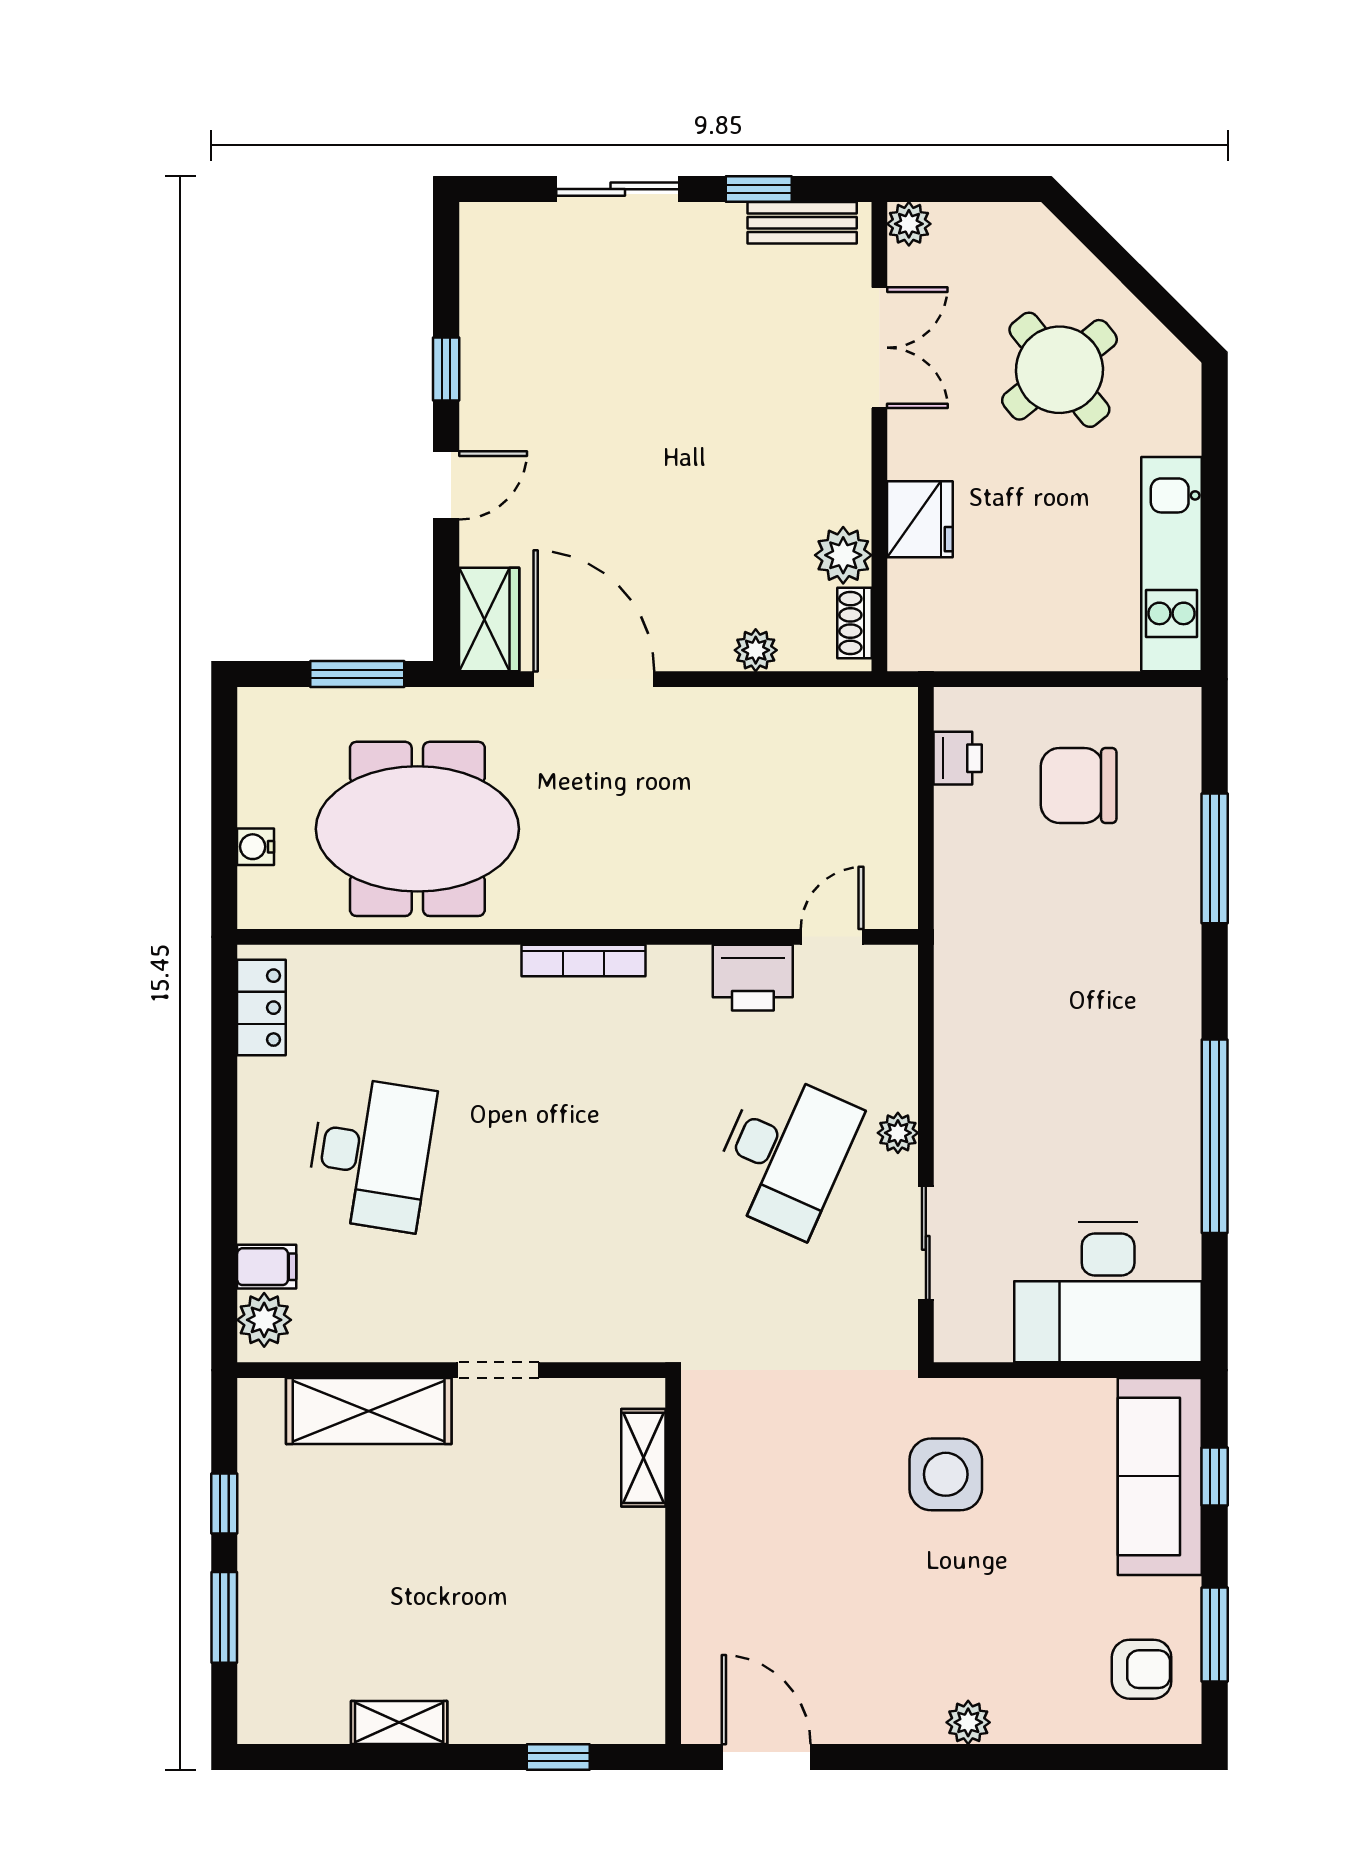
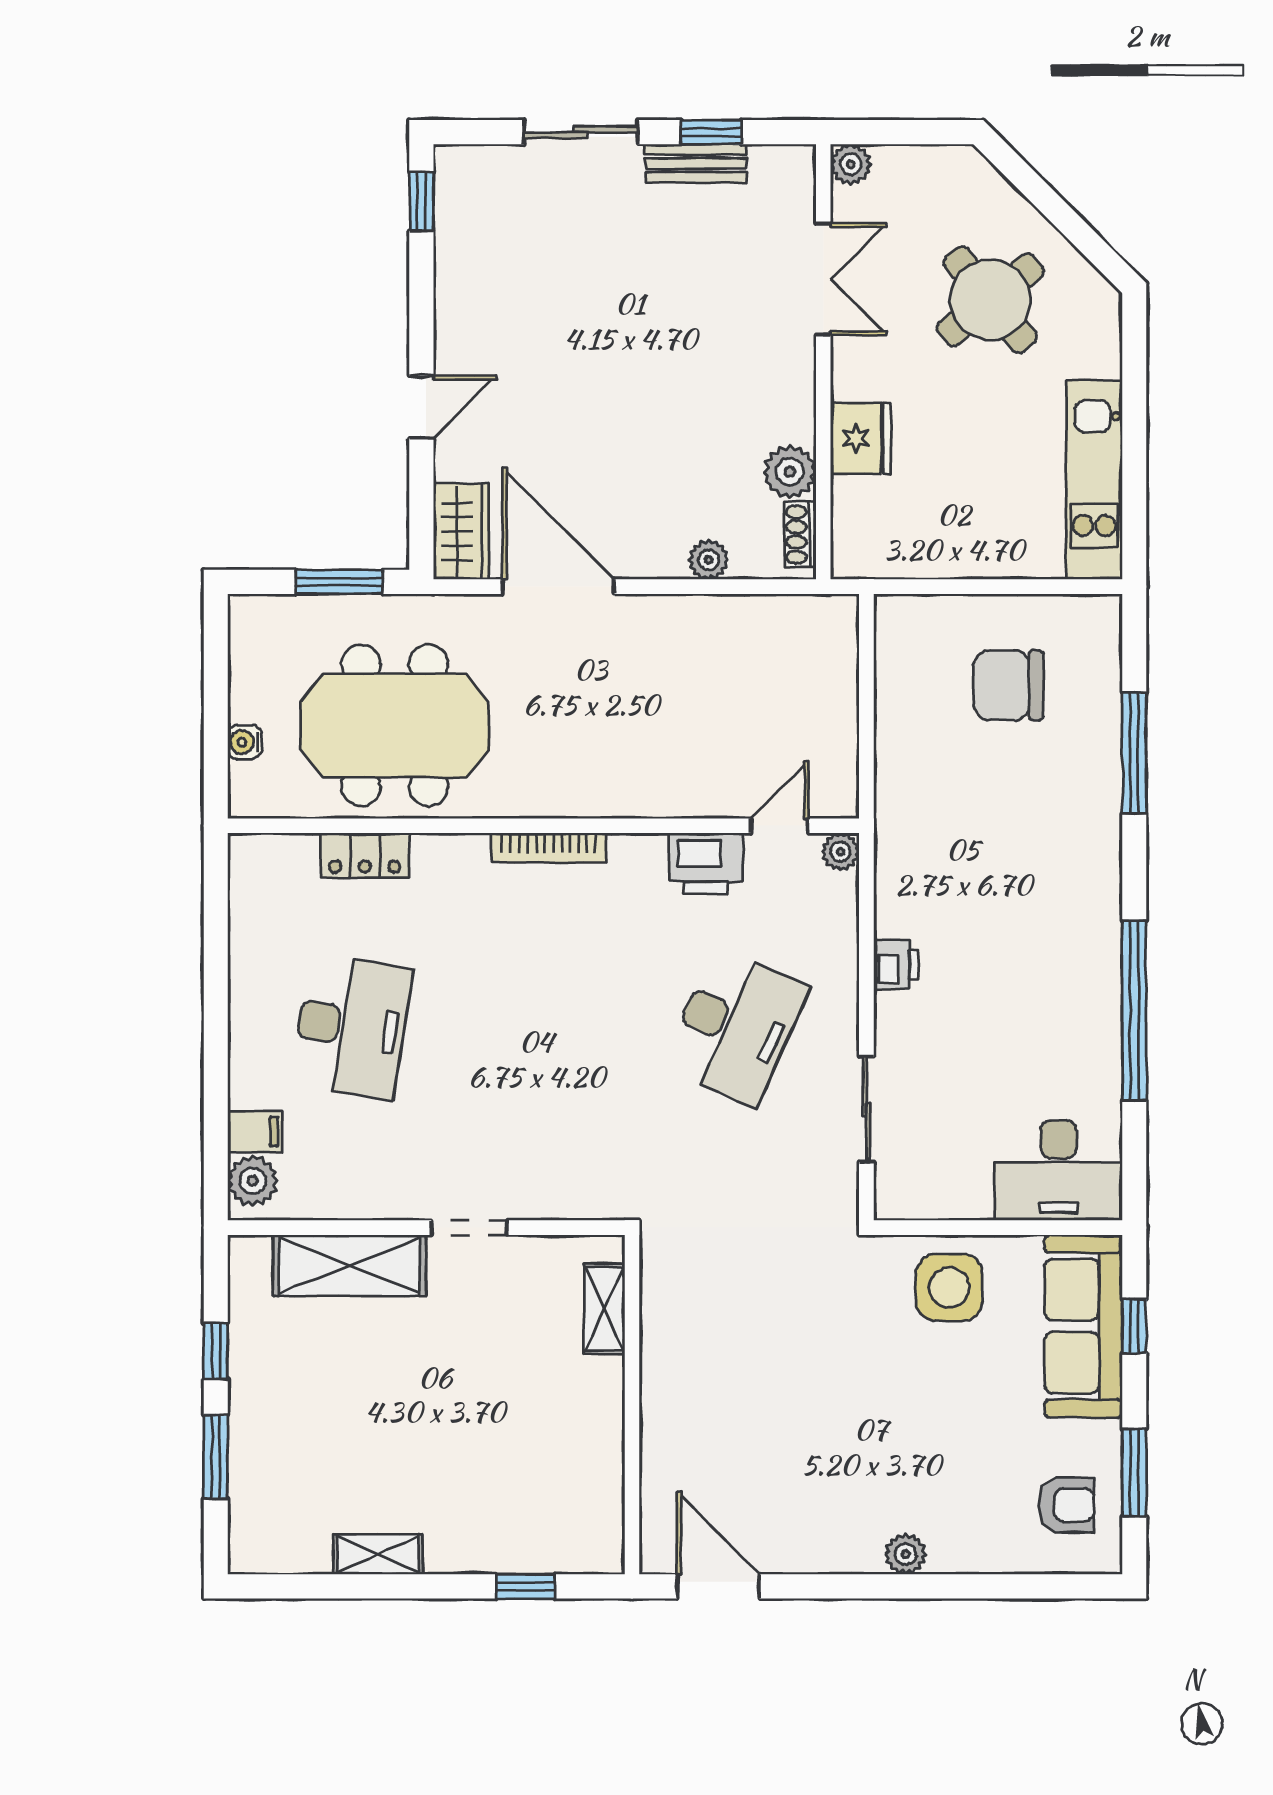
bench: (802, 223) -> (696, 163), moved
window: (446, 369) -> (421, 201), moved
printer: (958, 758) -> (896, 965), moved
locker: (261, 1008) -> (365, 855), moved, turned 90
plant: (898, 1133) -> (840, 852), moved
desk: (1108, 1292) -> (1059, 1170), width x0.73, depth x0.77
side table: (946, 1474) -> (949, 1288), moved

